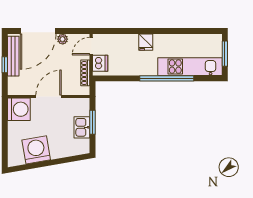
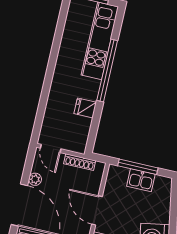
fridge: (146, 42) -> (85, 108), moved, turned 180
dishwasher: (100, 63) -> (72, 143), removed
window: (93, 122) -> (138, 167), width x1.44

